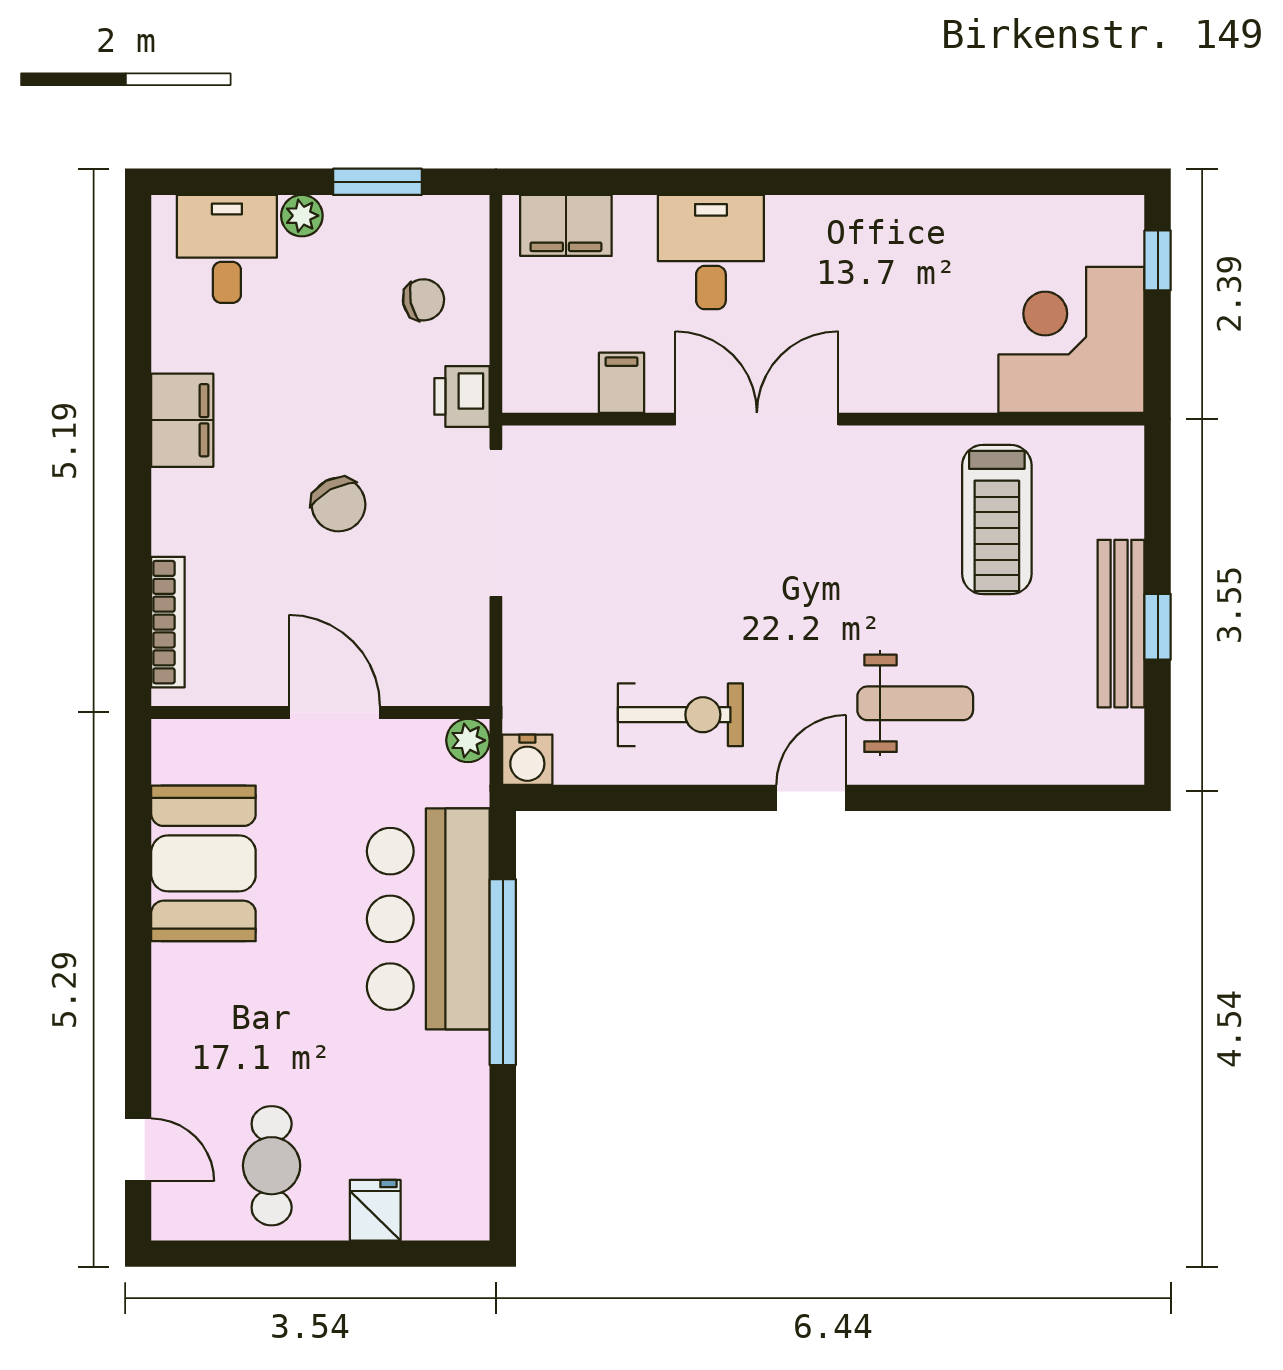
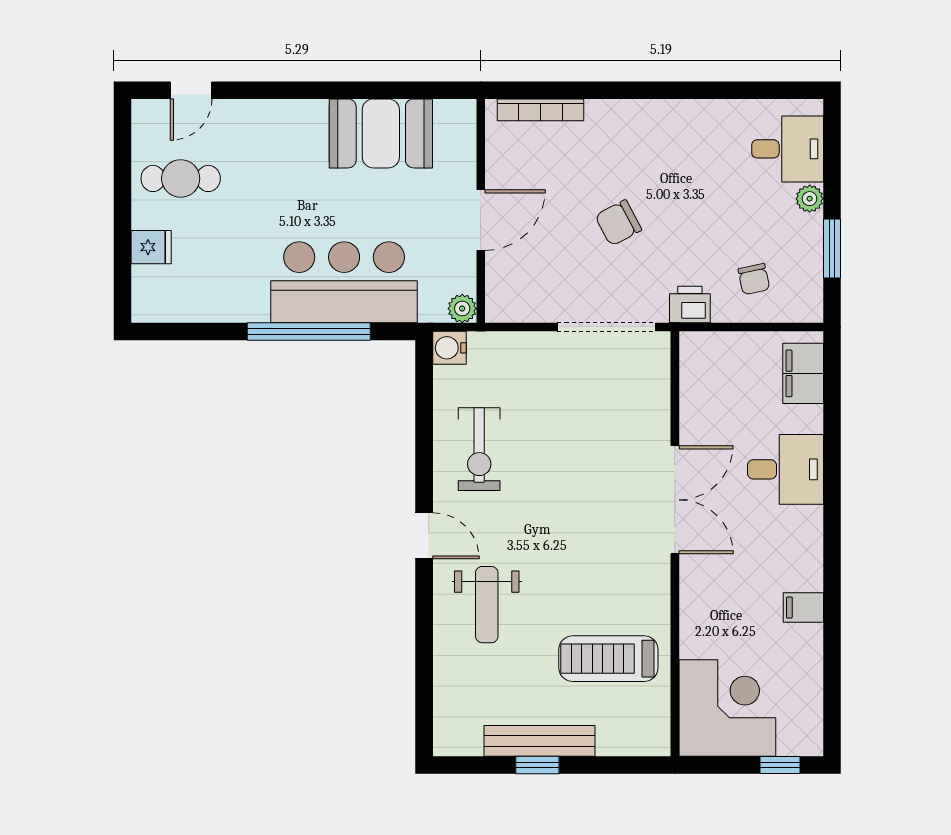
filing cabinet: (621, 383) -> (803, 608), moved, turned 180
filing cabinet: (182, 420) -> (674, 119), removed

